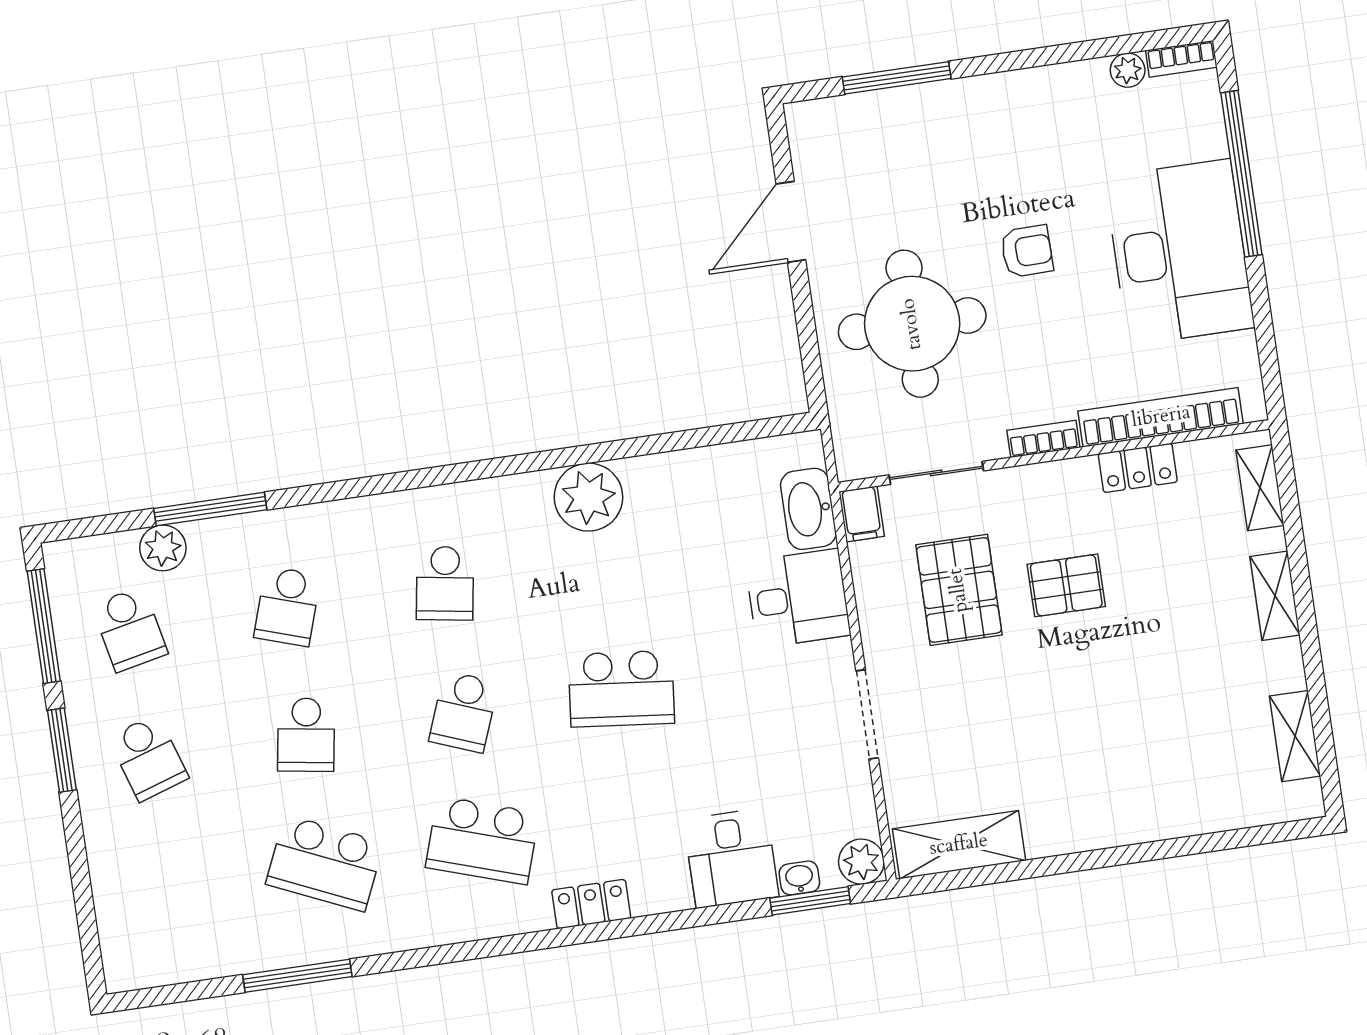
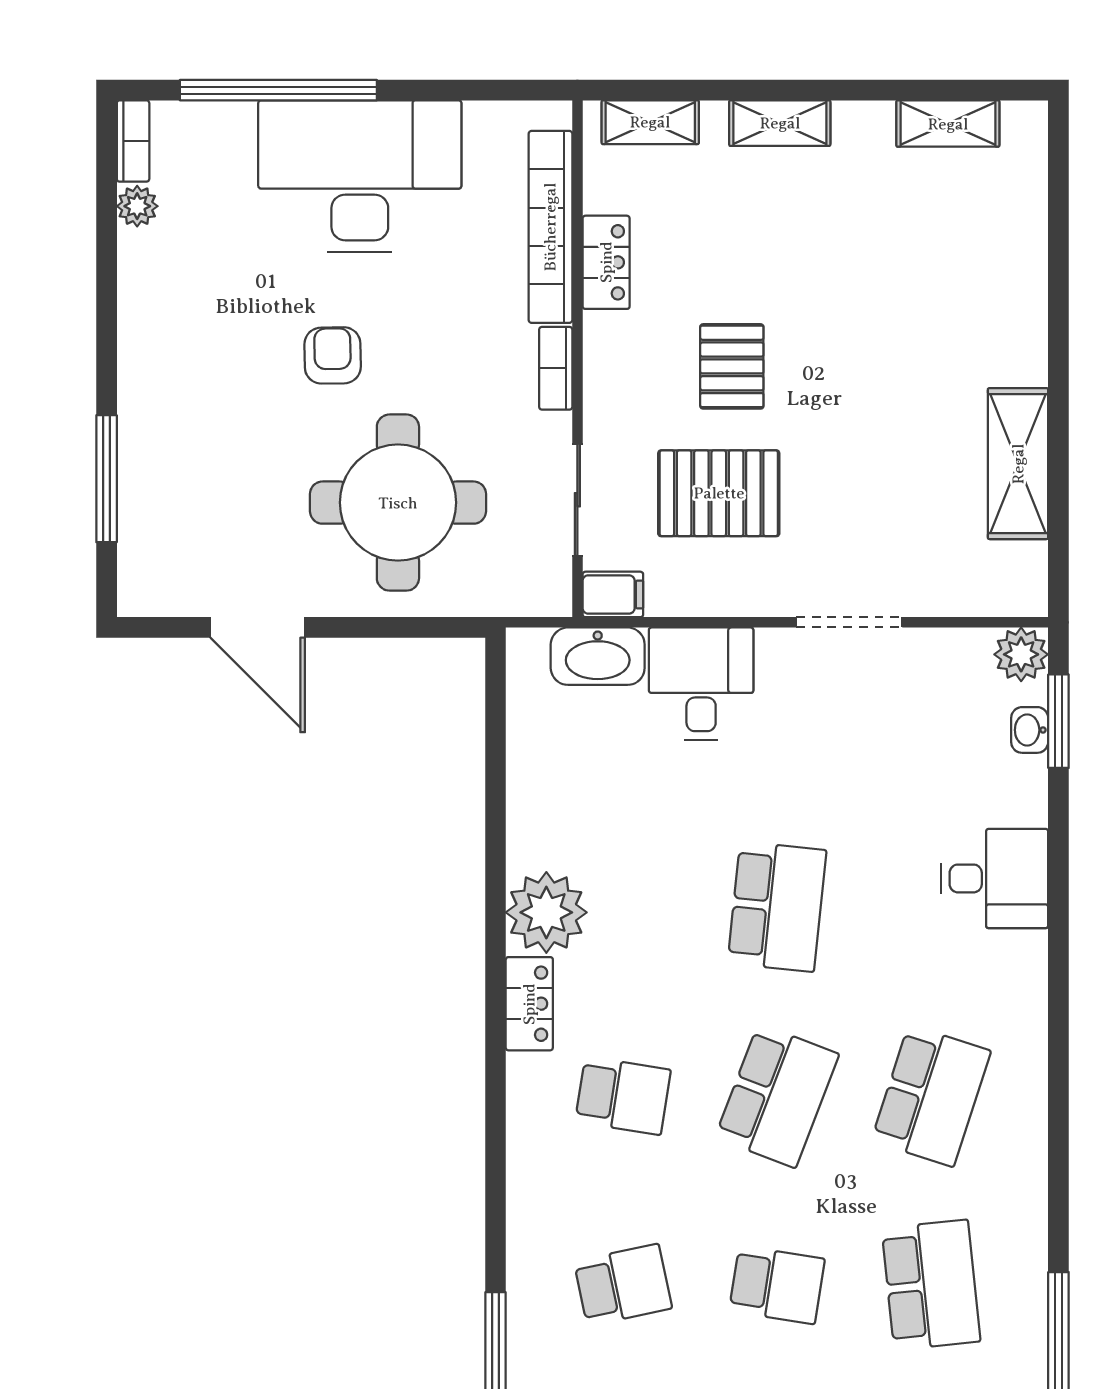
school desk: (287, 606) -> (623, 1285), turned -30
school desk: (464, 712) -> (777, 1096), width x1.85
shelving: (959, 845) -> (1018, 464), moved
desk: (731, 858) -> (995, 878), moved
school desk: (325, 863) -> (931, 1285), turned -30
locker: (591, 904) -> (529, 1004), moved, turned 180

